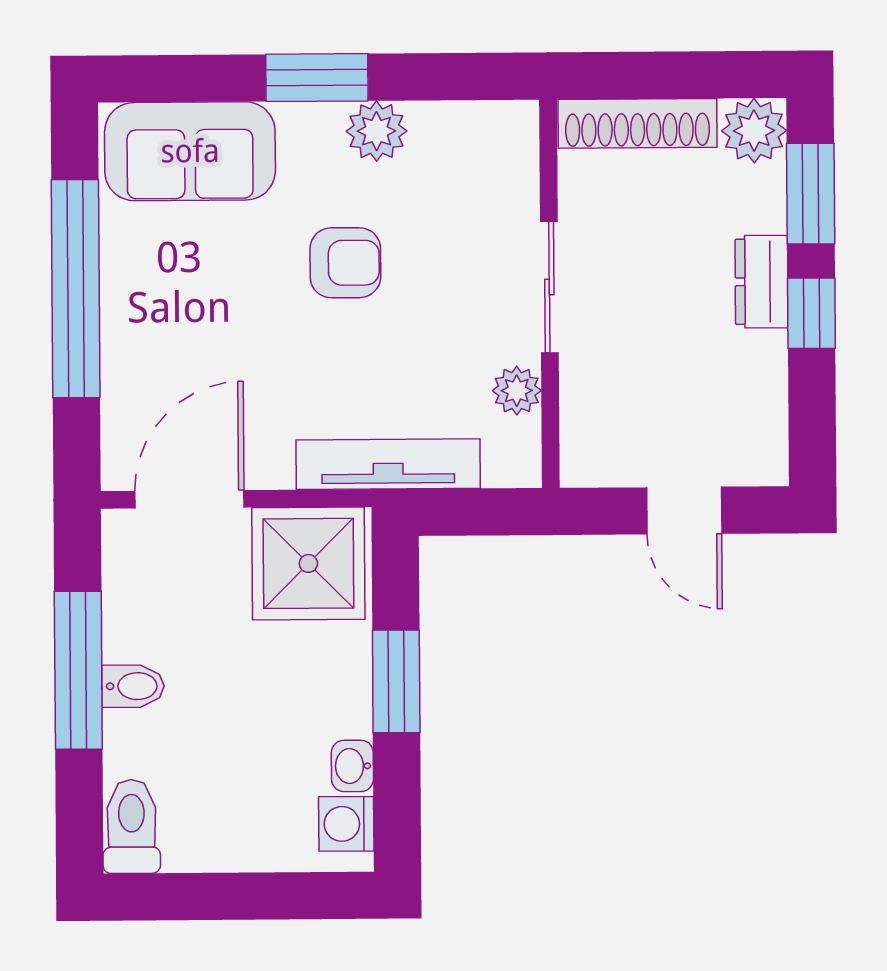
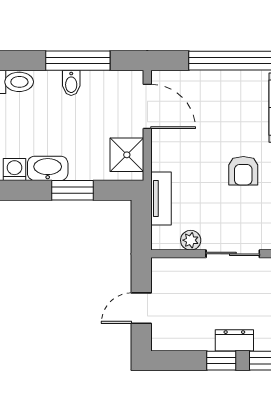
tv unit: (388, 464) -> (161, 198), width x0.71
shower: (308, 563) -> (127, 155), width x0.73, depth x0.73
washbasin: (352, 766) -> (48, 168), width x1.91, depth x1.45

